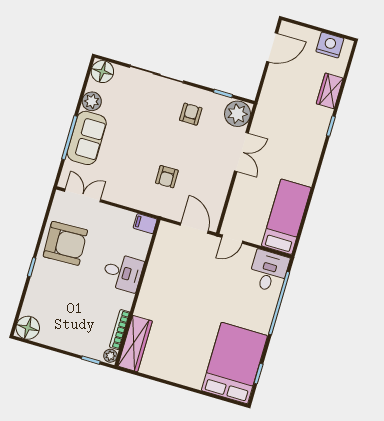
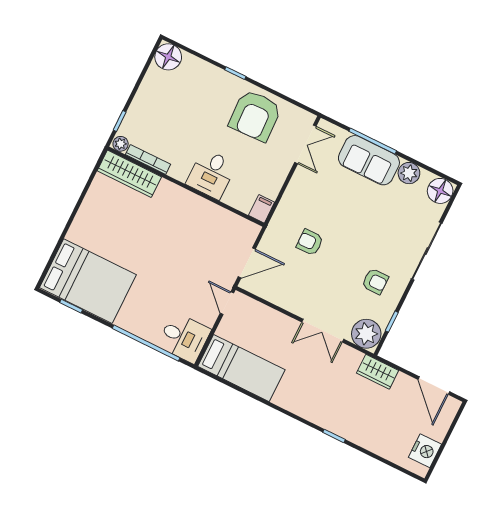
wardrobe: (330, 91) -> (378, 372), moved, turned 180

